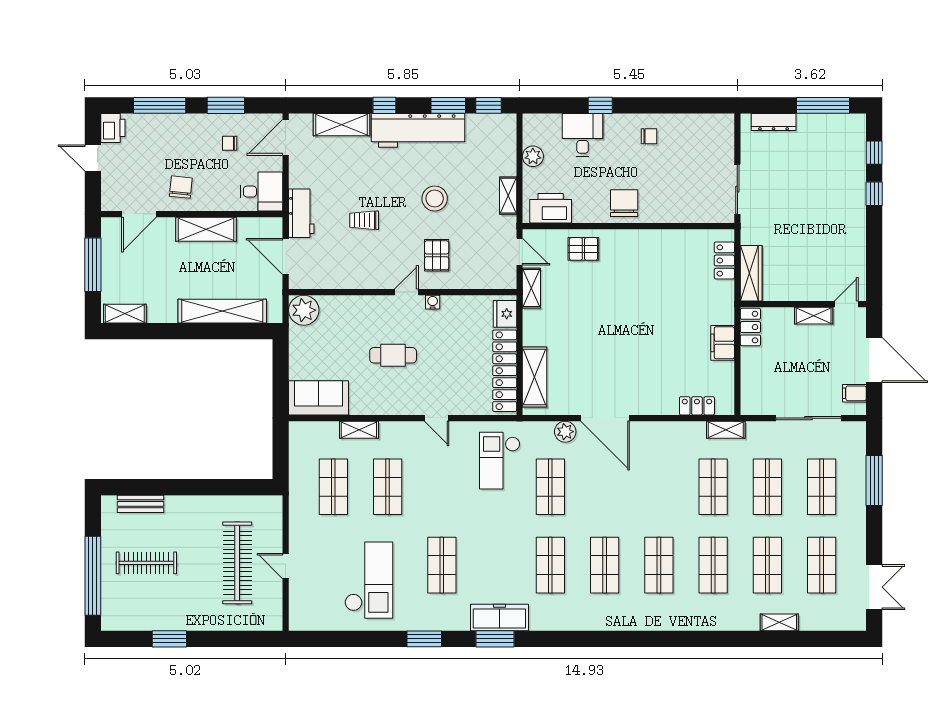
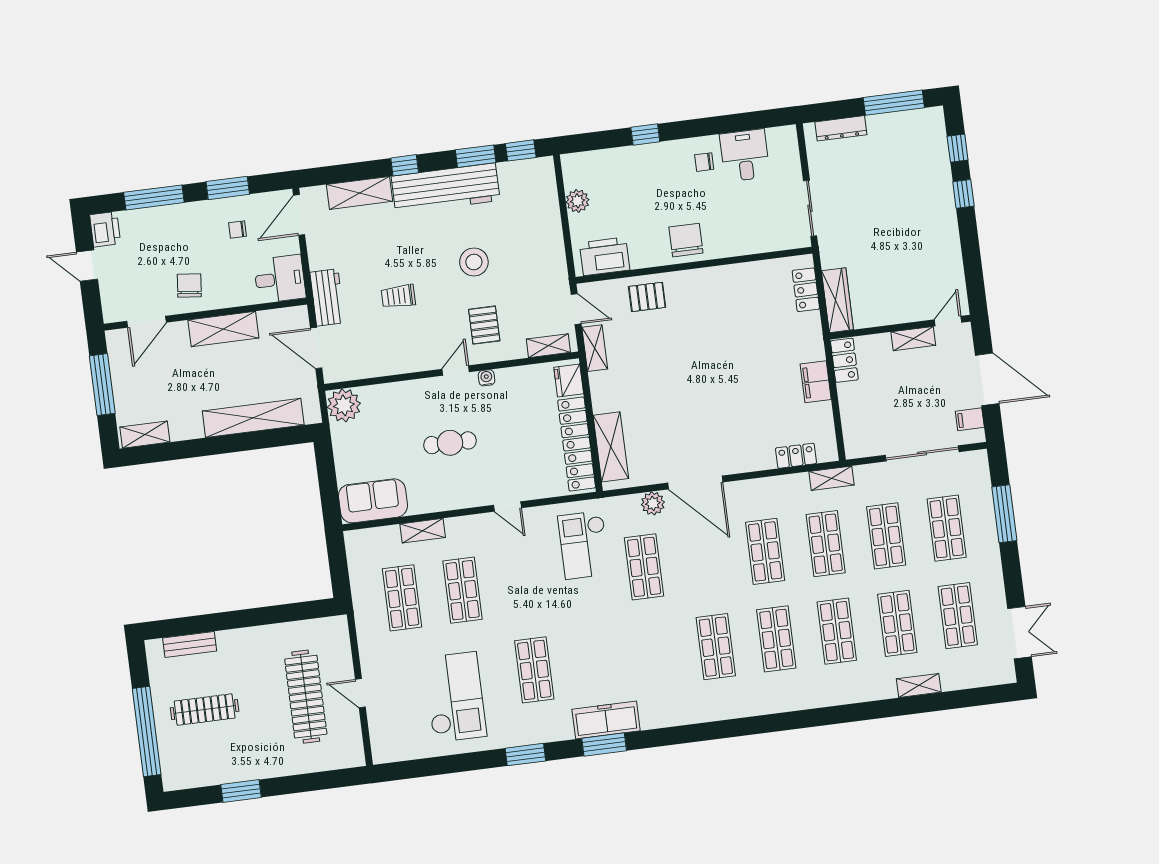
desk: (583, 135) -> (745, 155), moved
chair: (649, 136) -> (704, 162), turned 180
shelving: (508, 196) -> (548, 346), moved, turned 90
shop shelf: (550, 565) -> (765, 551), moved

